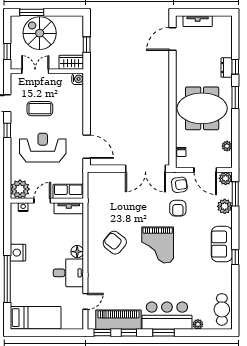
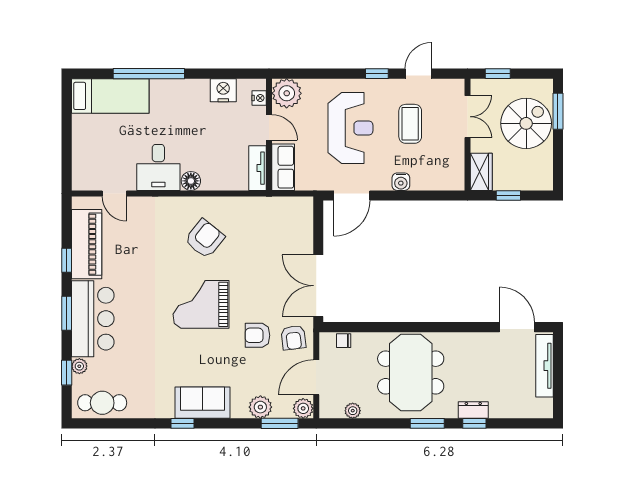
tv unit: (198, 21) -> (544, 366), width x1.41
water cooler: (78, 79) -> (401, 182), moved
nightstand: (18, 253) -> (223, 90), moved
bed: (36, 318) -> (110, 96), moved, turned -90
window: (102, 333) -> (67, 373), moved

